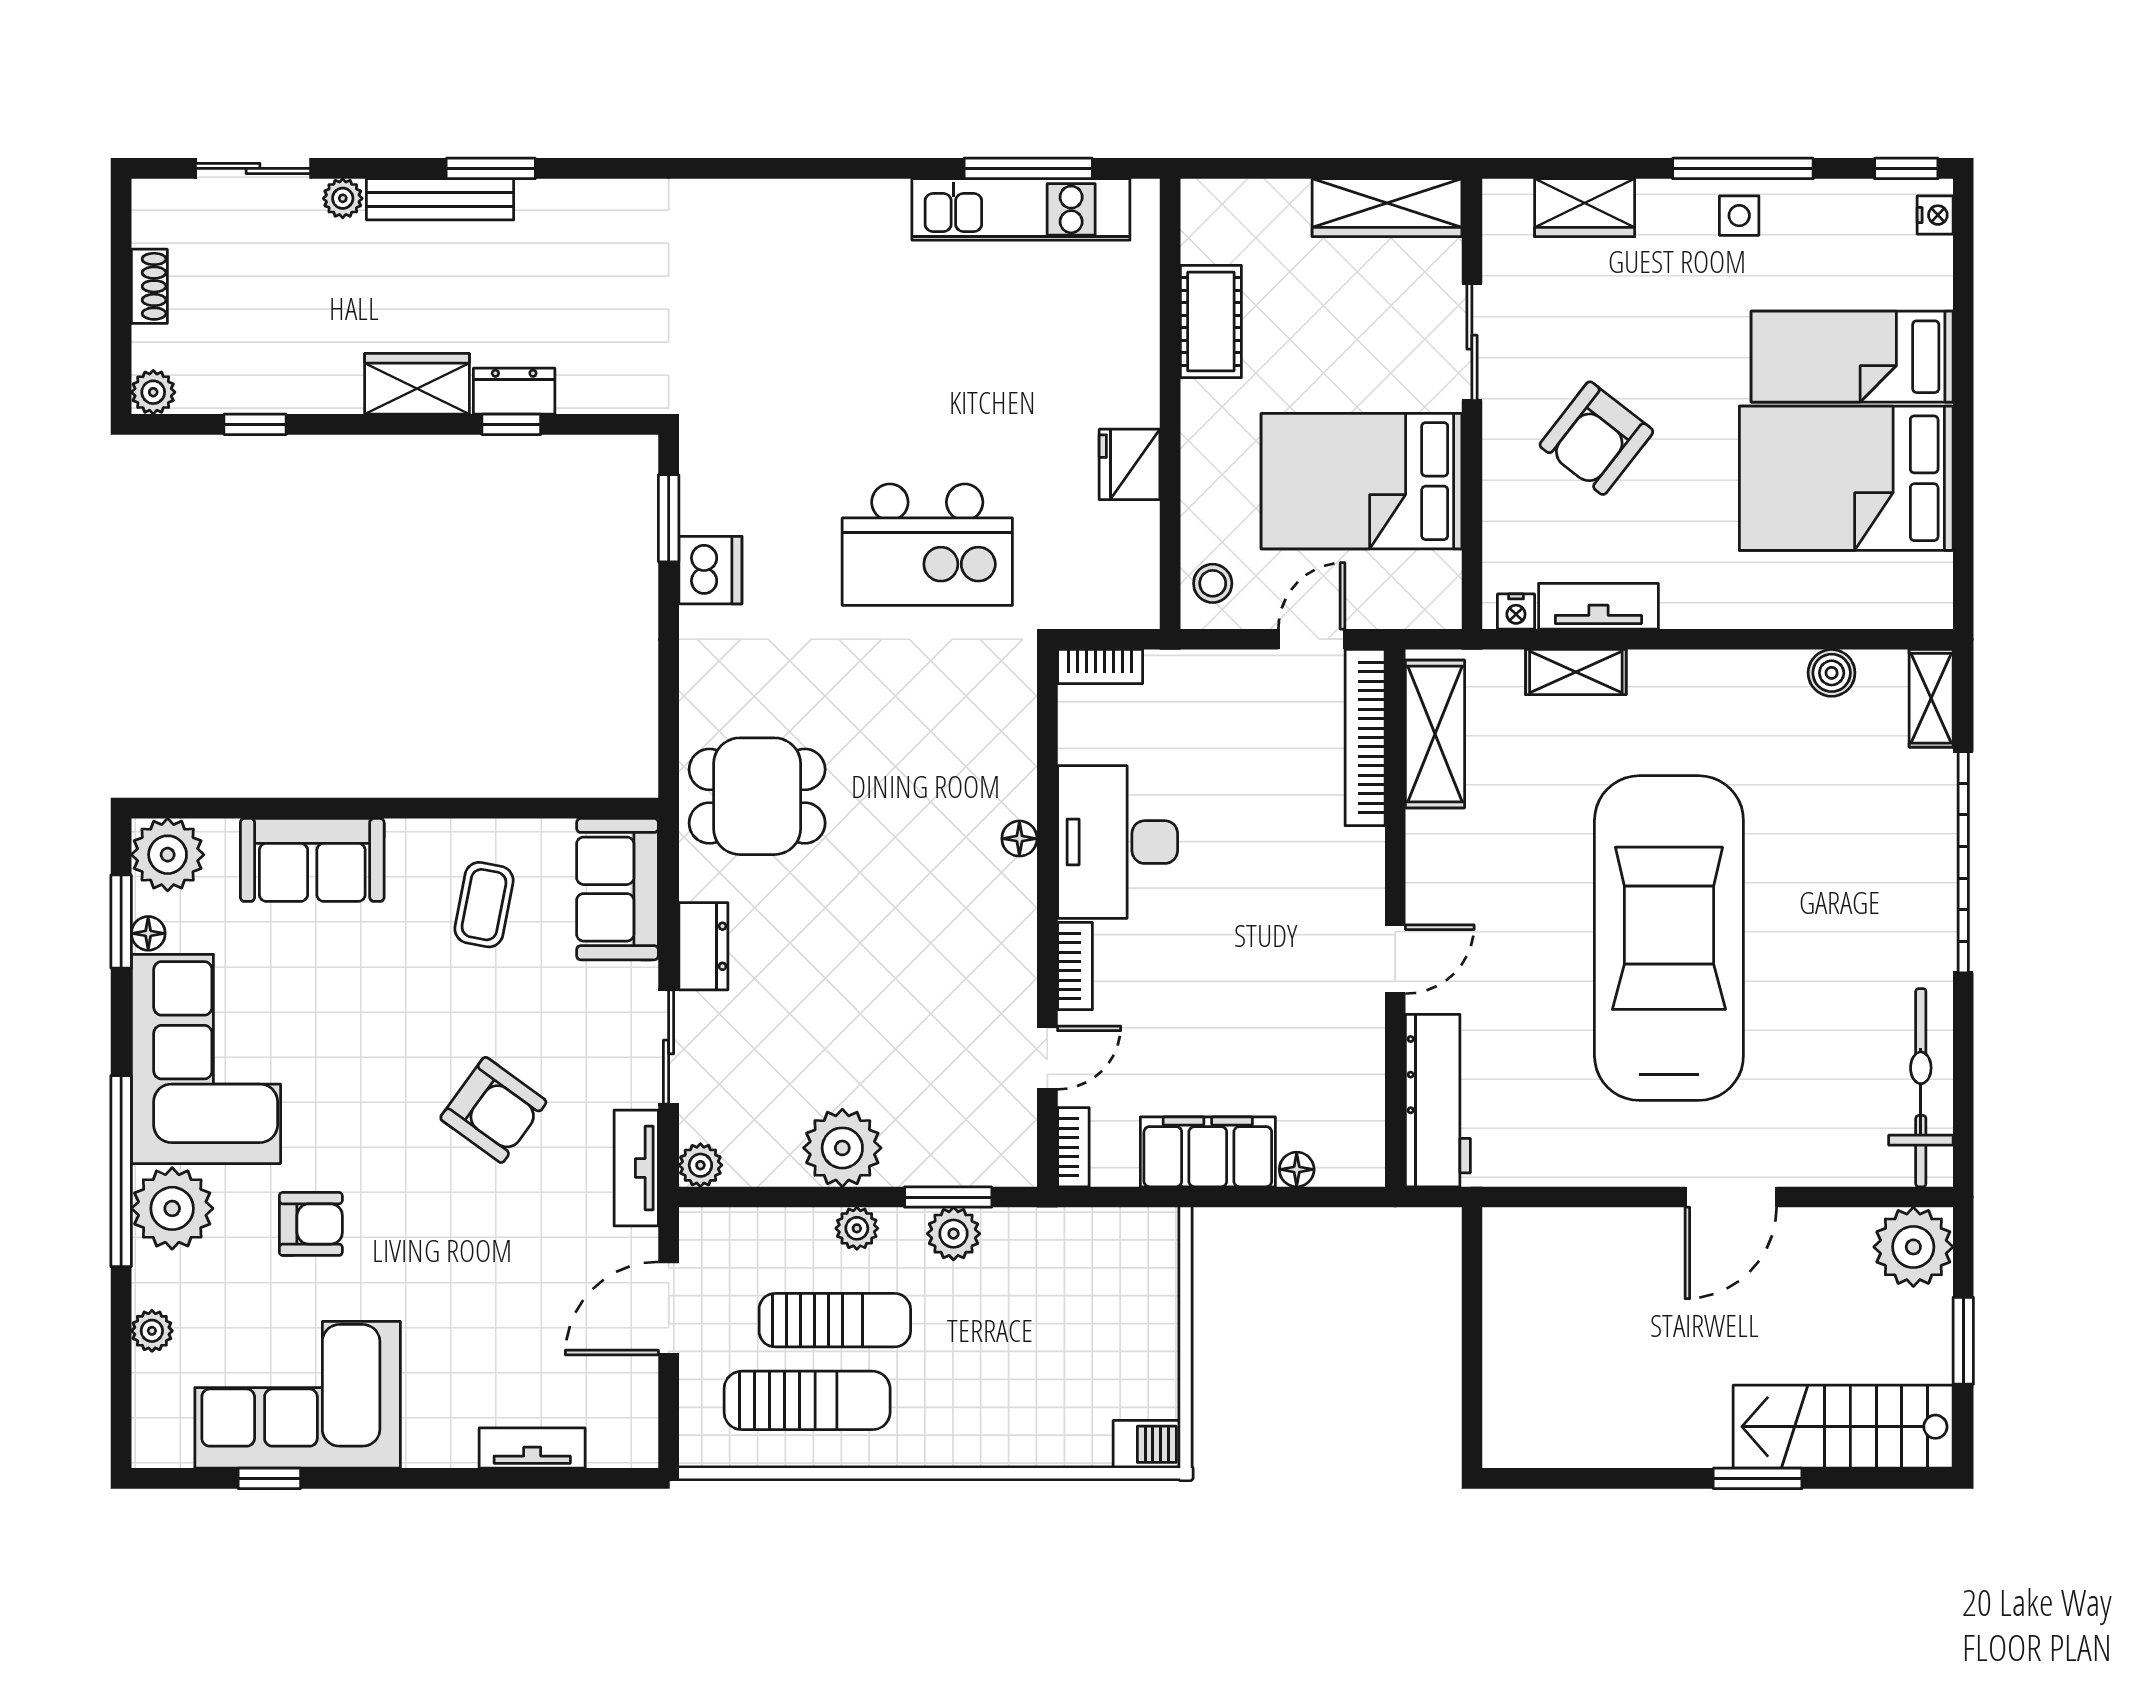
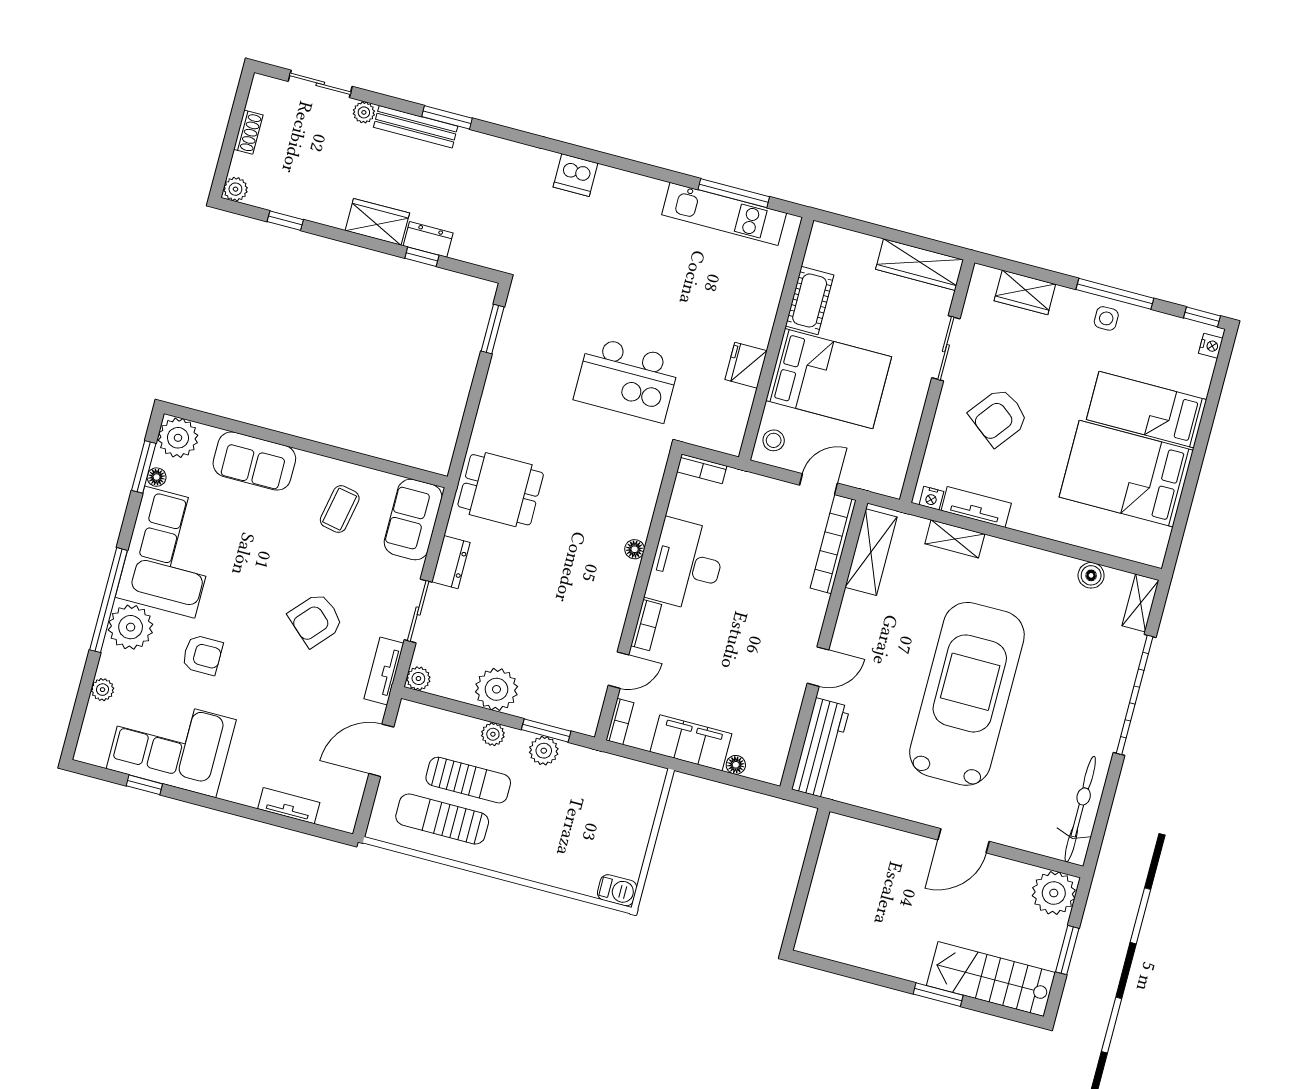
bed: (1361, 481) -> (829, 379), moved, turned 180
dishwasher: (710, 570) -> (575, 175), moved, turned 90
armchair: (493, 1110) -> (316, 620), turned 96
sun lounger: (807, 1400) -> (442, 819), turned 180

